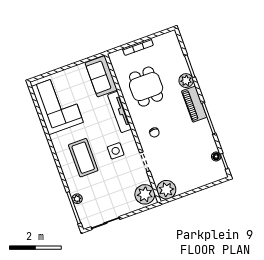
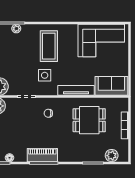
plant: (186, 81) -> (112, 156), moved
piano: (194, 104) -> (42, 155), moved
coffee table: (83, 158) -> (49, 46), turned 90

